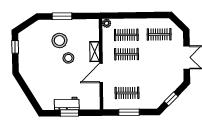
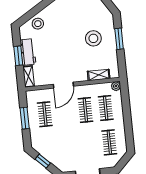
shelving: (95, 52) -> (99, 75), moved
stool: (68, 58) -> (38, 24), moved
door: (101, 73) -> (63, 85), swing flipped
shelving: (90, 105) -> (29, 76), added

